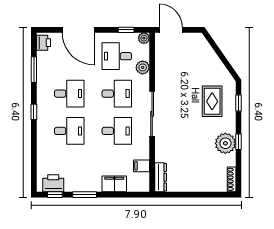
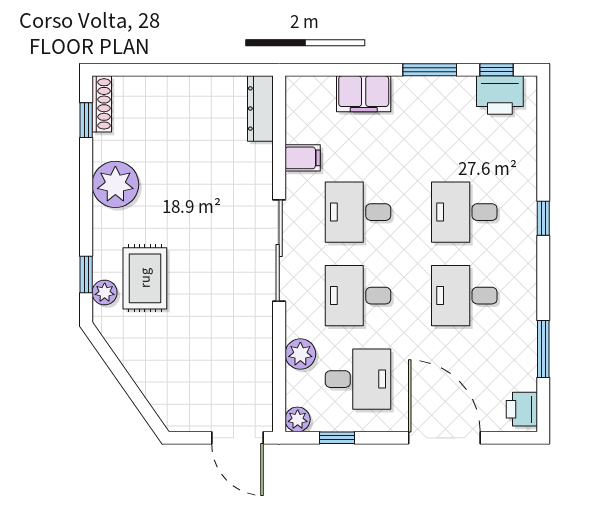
plant: (230, 95) -> (105, 292), added
window: (34, 112) -> (543, 218), moved
window: (238, 142) -> (86, 120), moved
filing cabinet: (142, 166) -> (303, 158), moved

